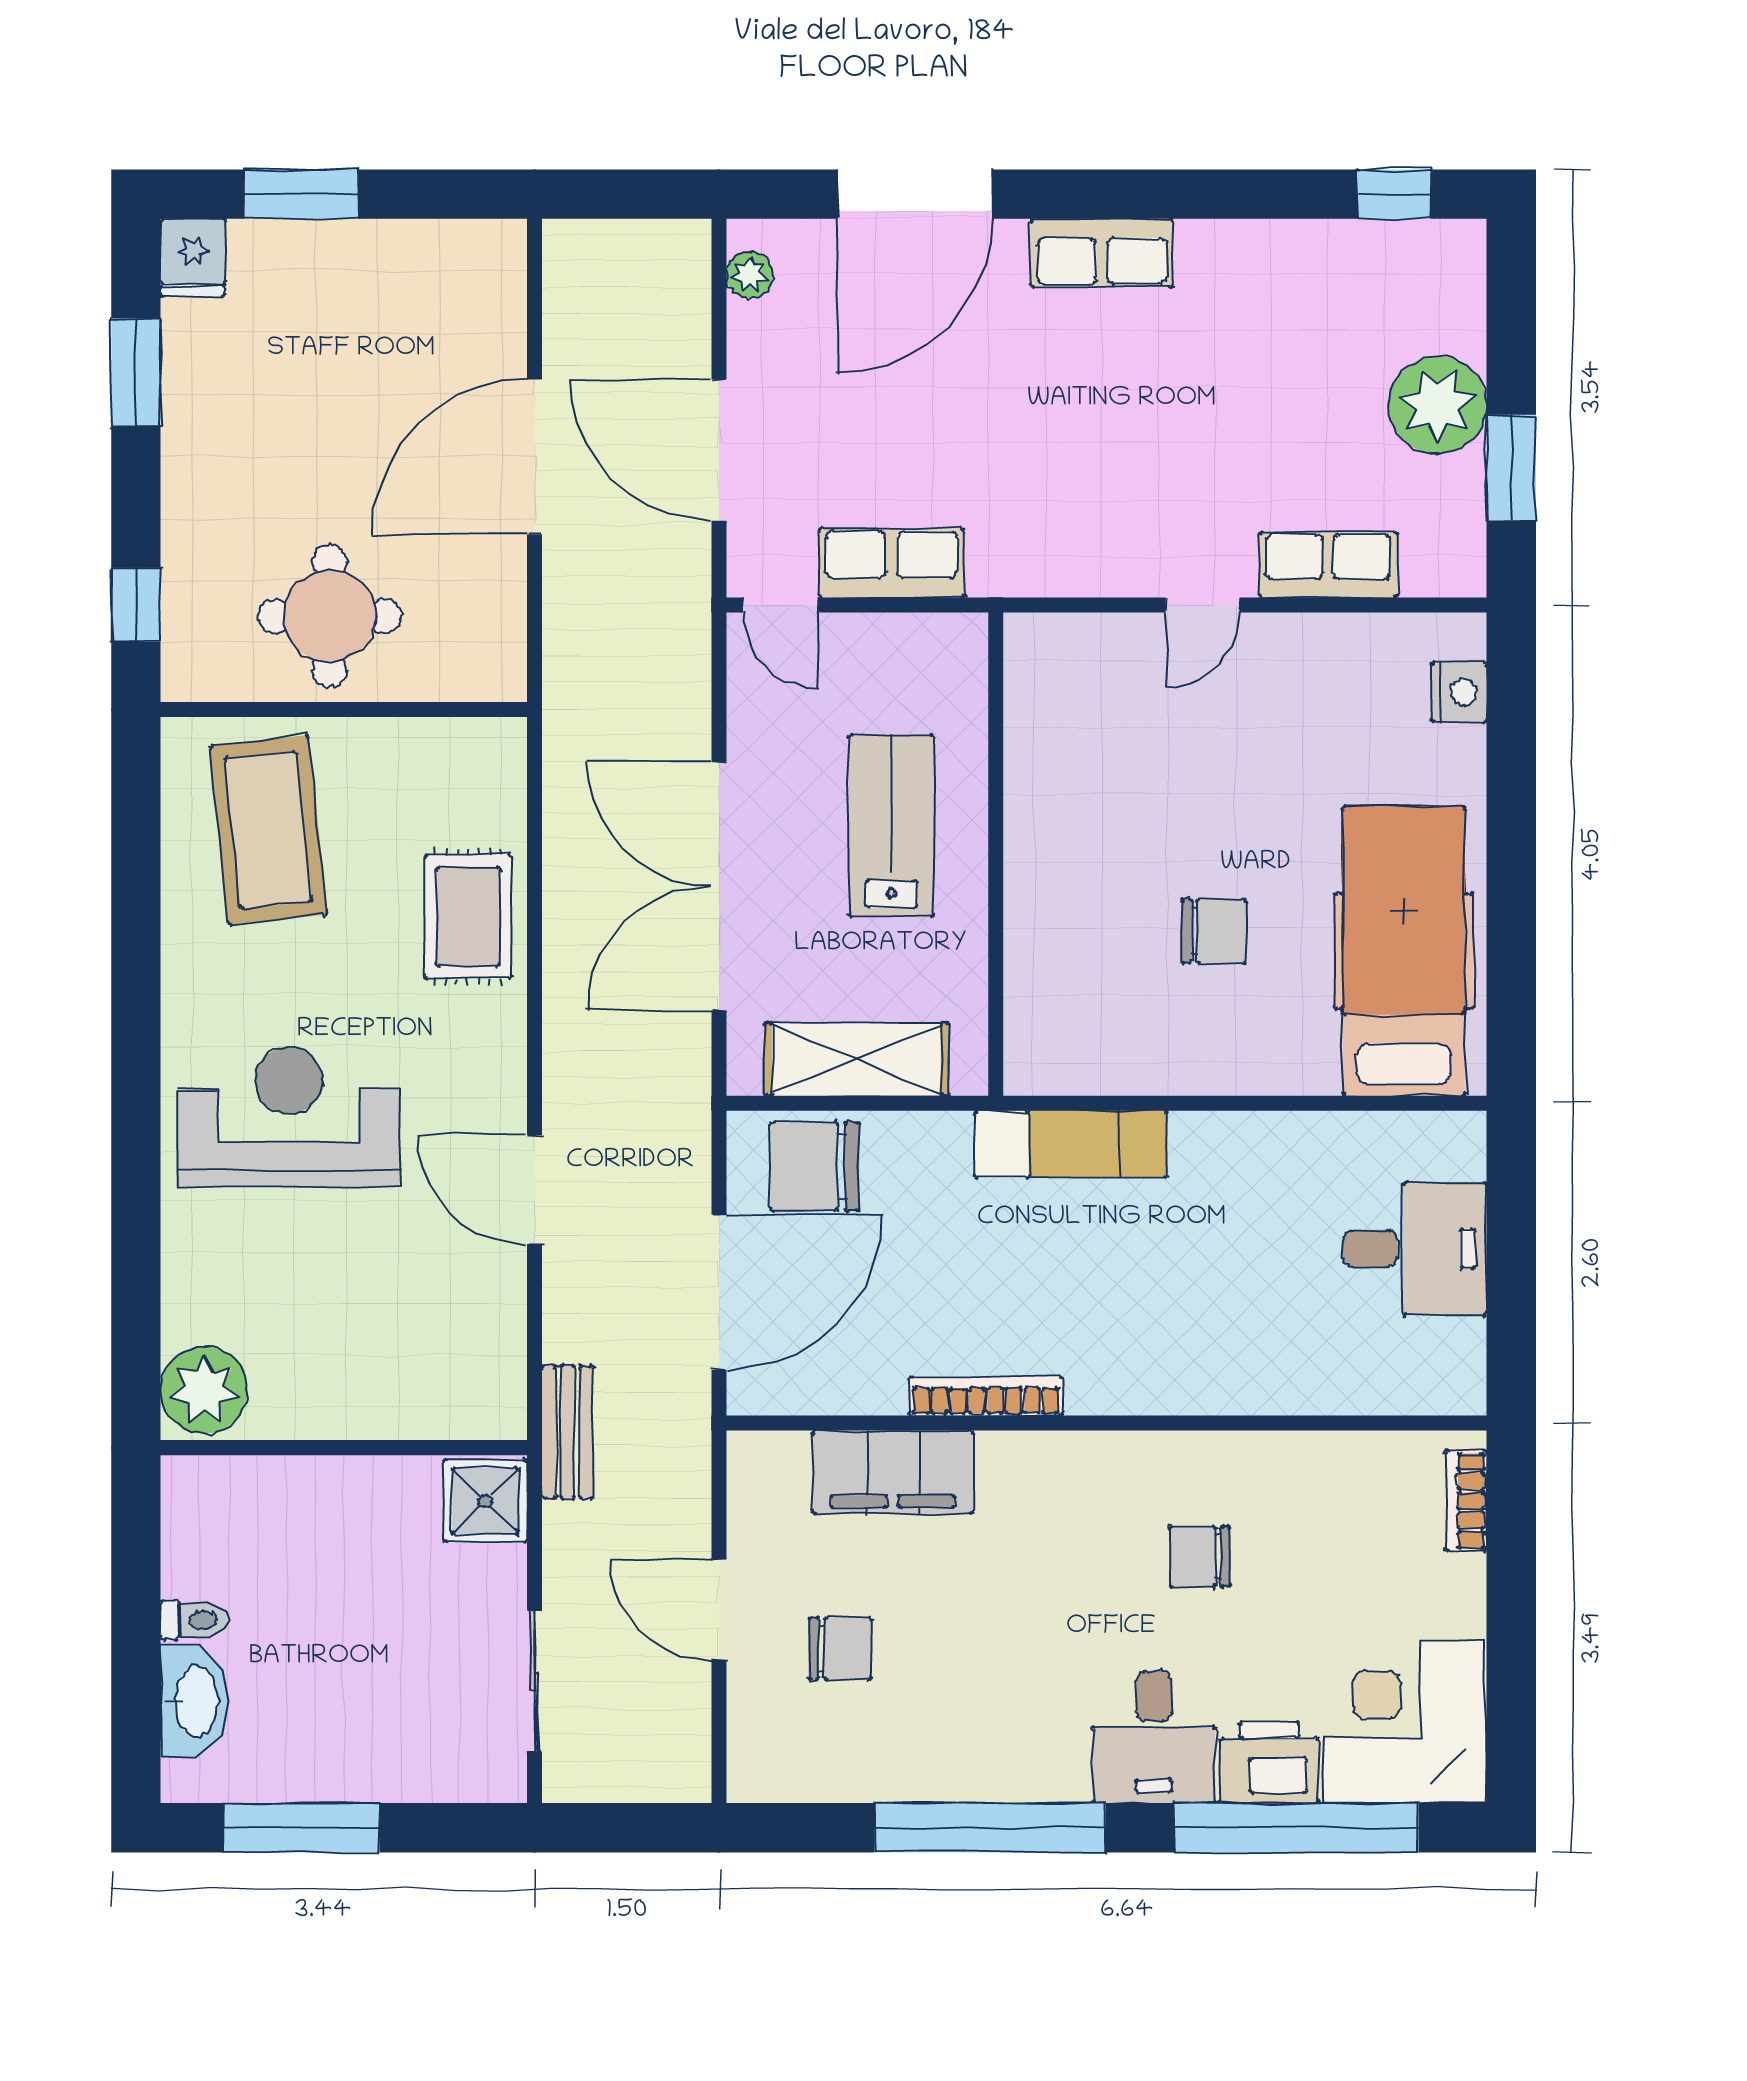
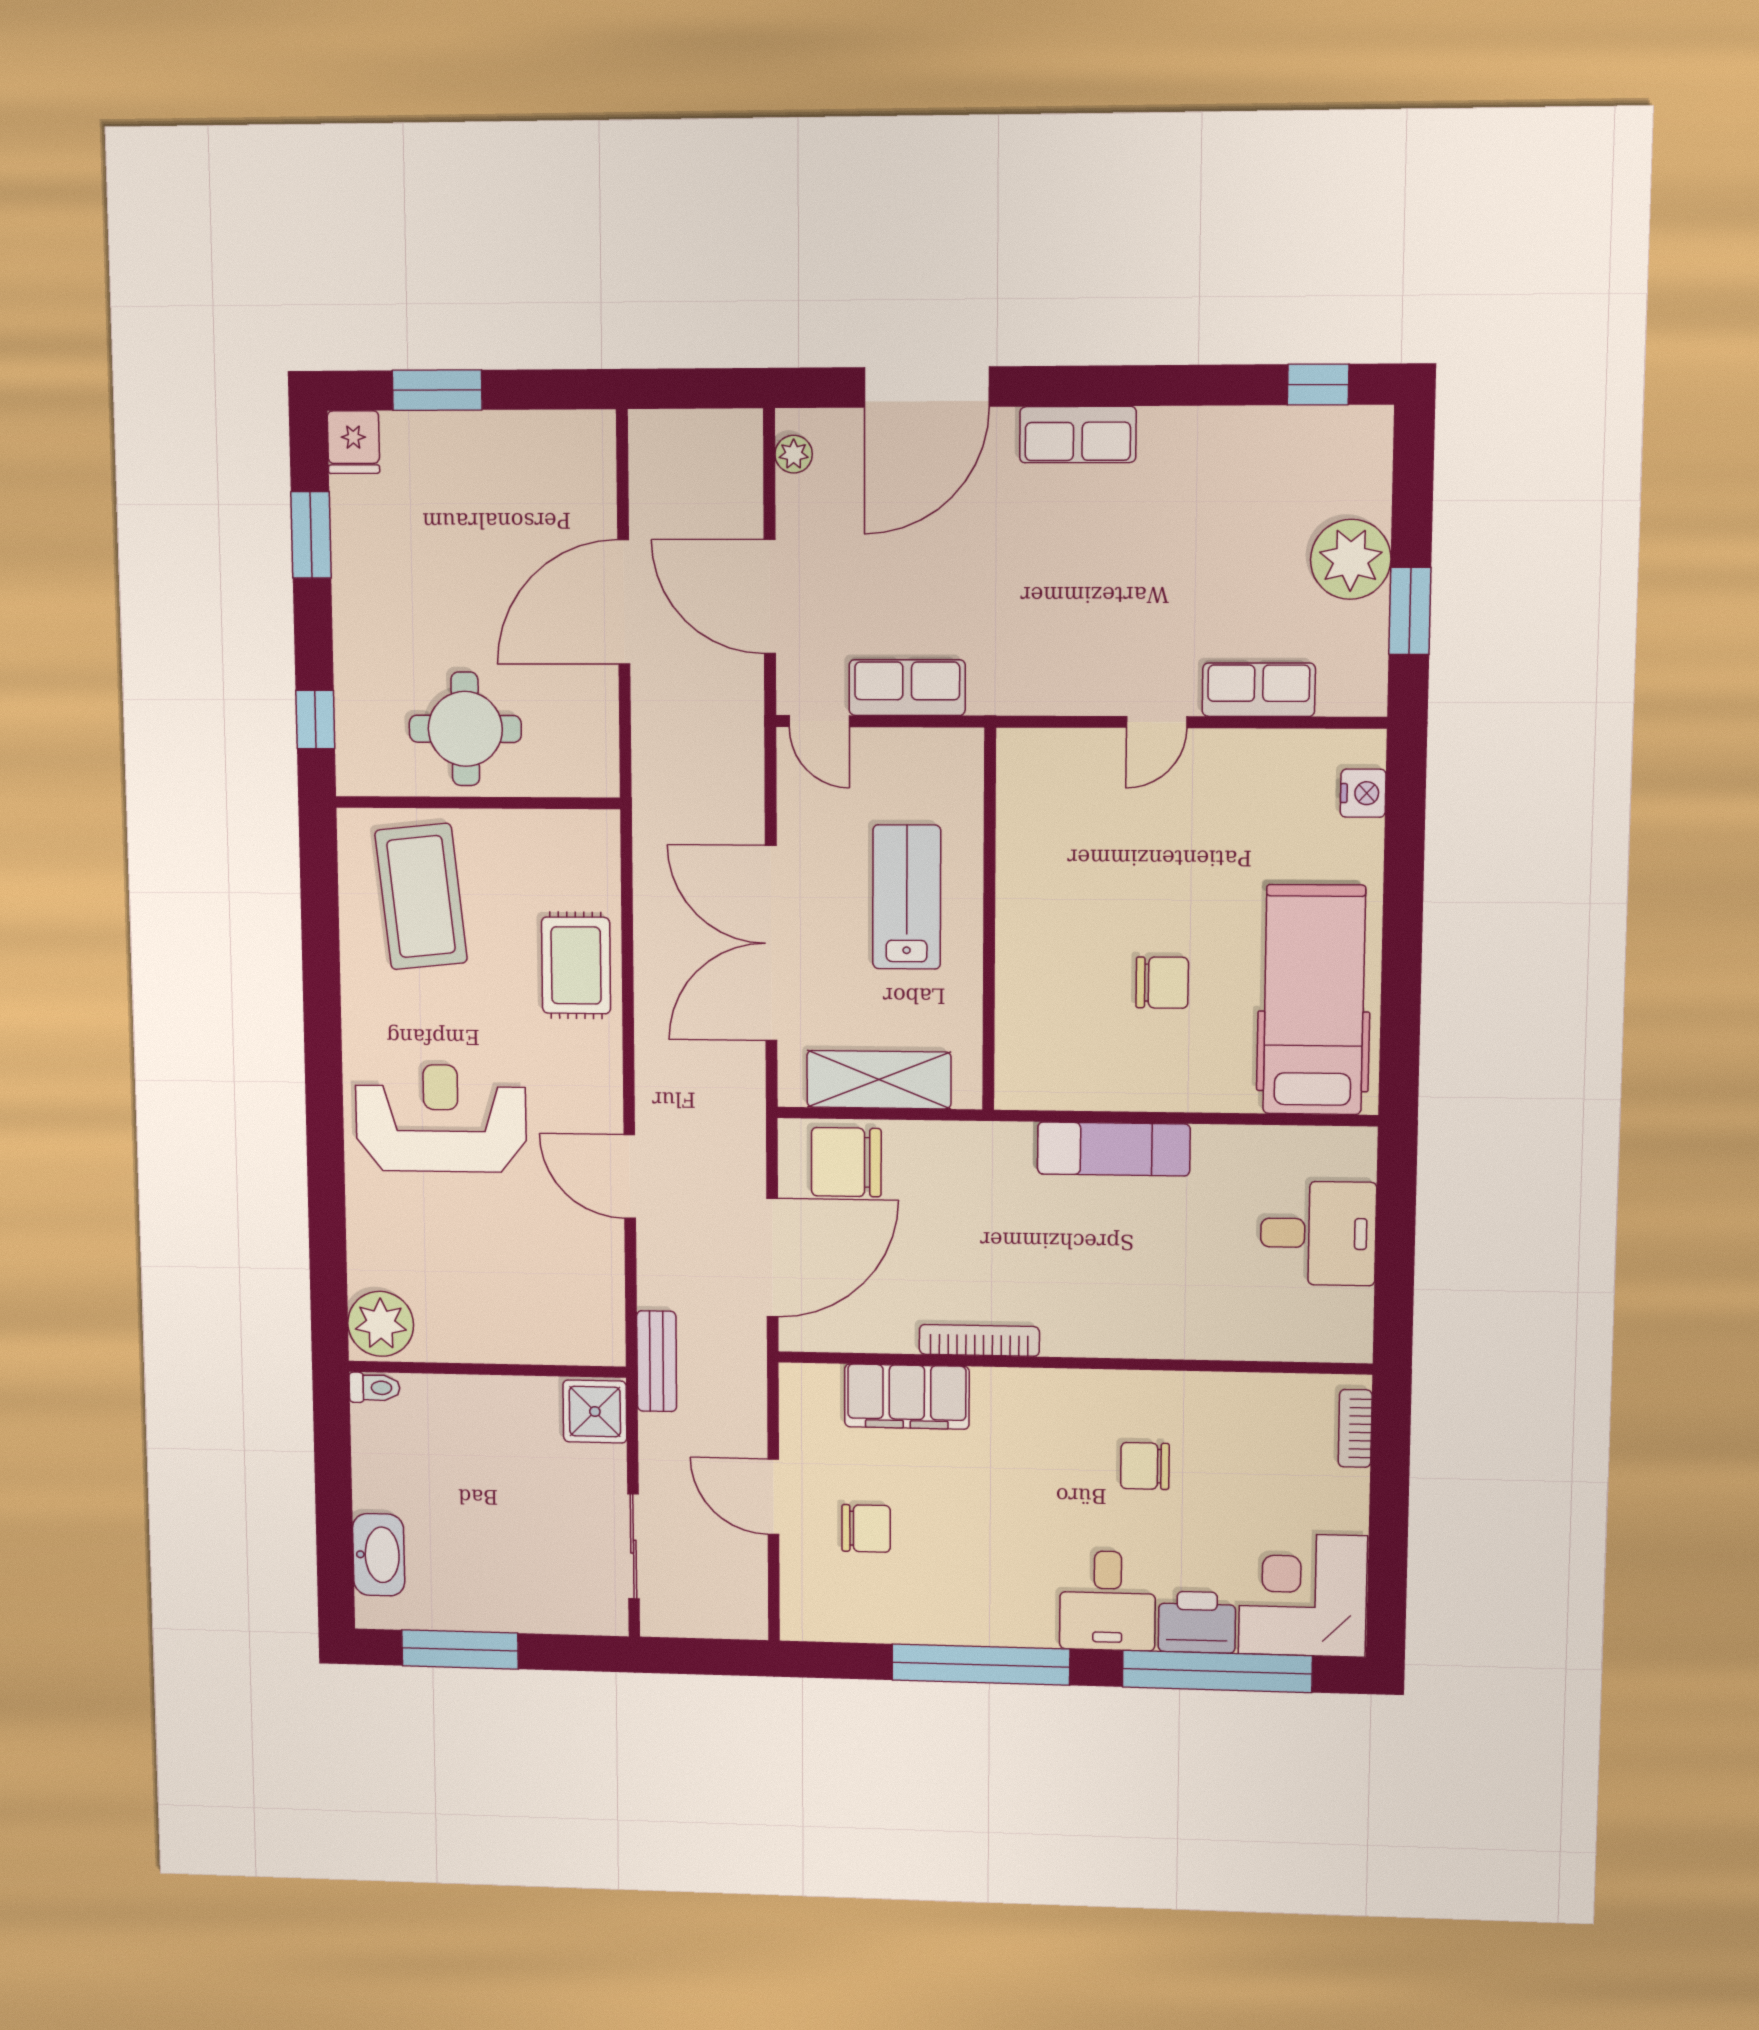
exam couch: (1071, 1144) -> (1114, 1149), moved
toilet: (194, 1620) -> (374, 1388), moved

